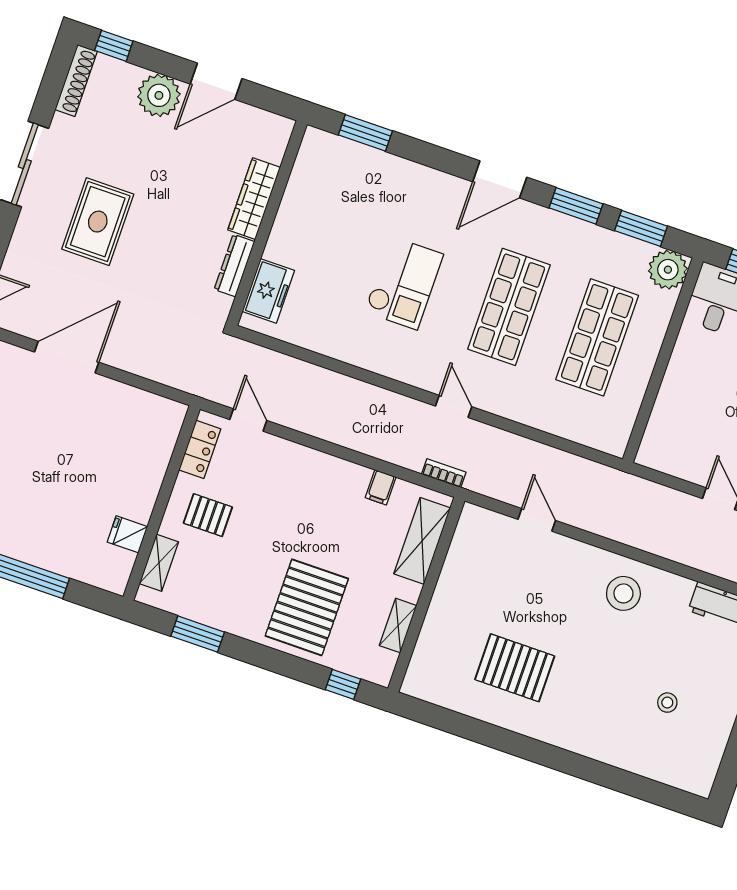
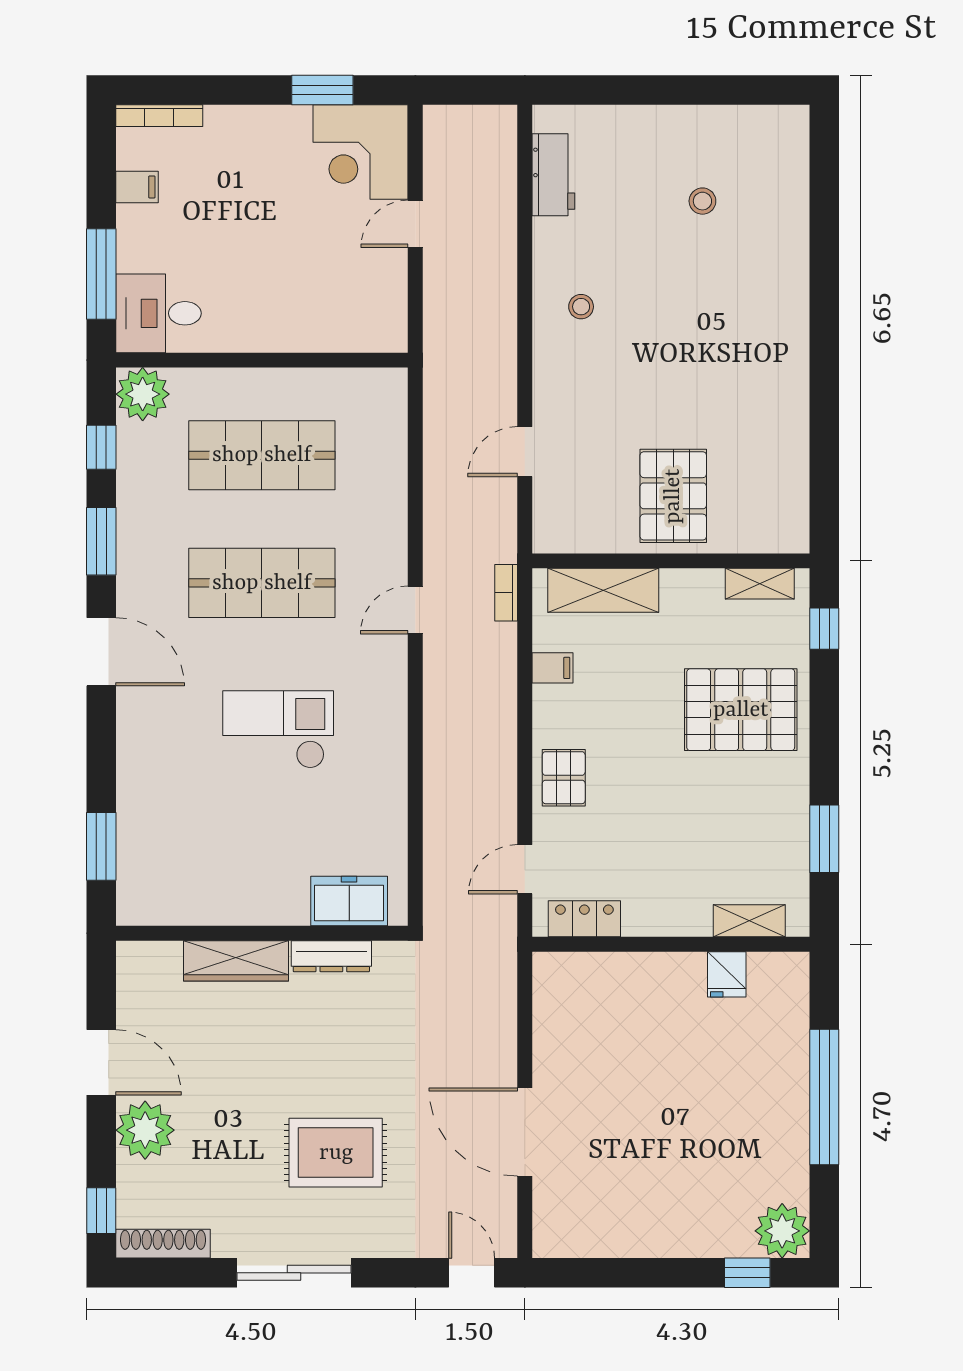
window: (641, 228) -> (101, 447), width x0.67
pallet: (208, 515) -> (564, 778), moved
stool: (623, 593) -> (581, 307), width x0.53, depth x0.53
shelving: (398, 626) -> (760, 584), moved
pallet: (515, 668) -> (673, 496), moved

